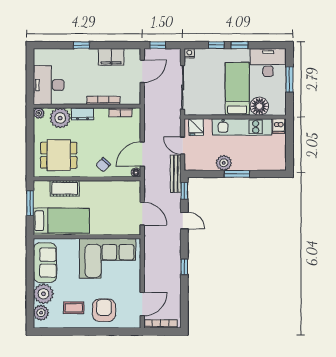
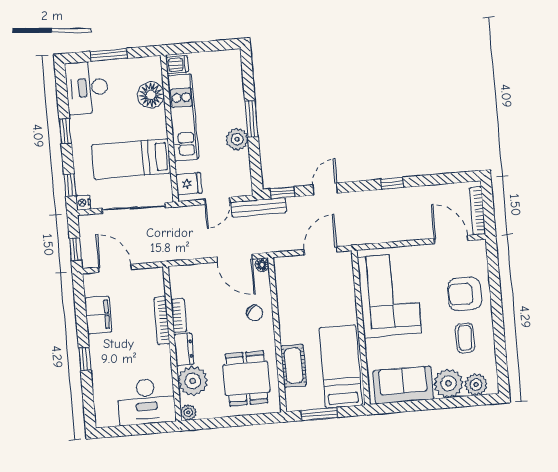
window: (216, 45) -> (70, 185), moved
bed: (237, 89) -> (131, 159), moved
bookcase: (120, 112) -> (179, 316), moved

